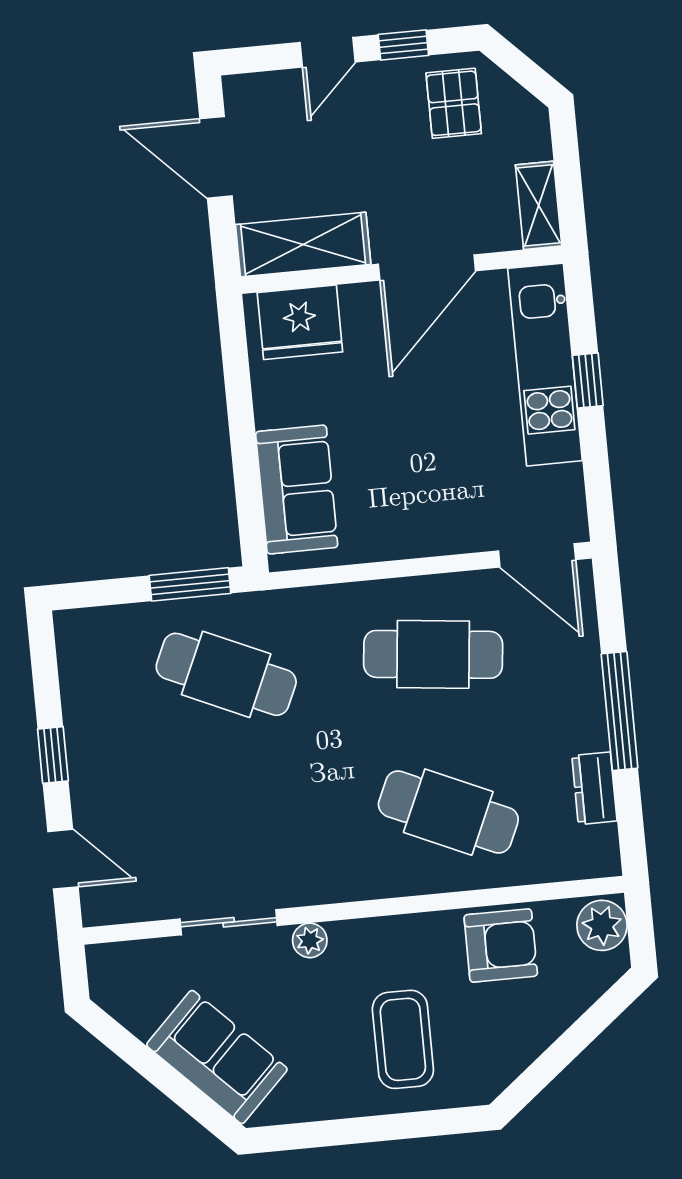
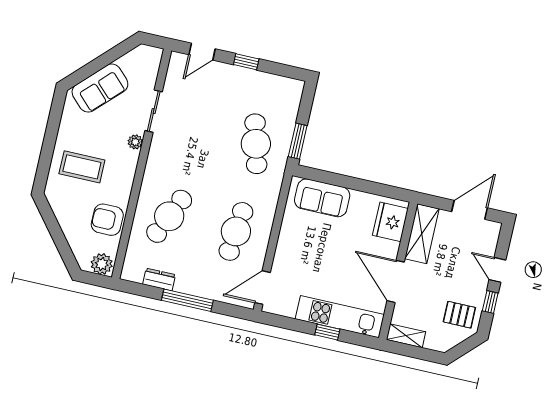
cafe table: (226, 674) -> (256, 144), turned -39
armchair: (501, 945) -> (107, 220), turned 90

